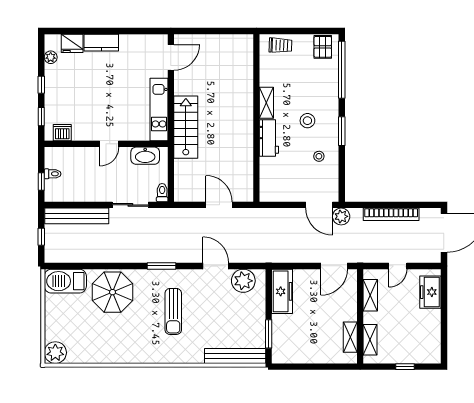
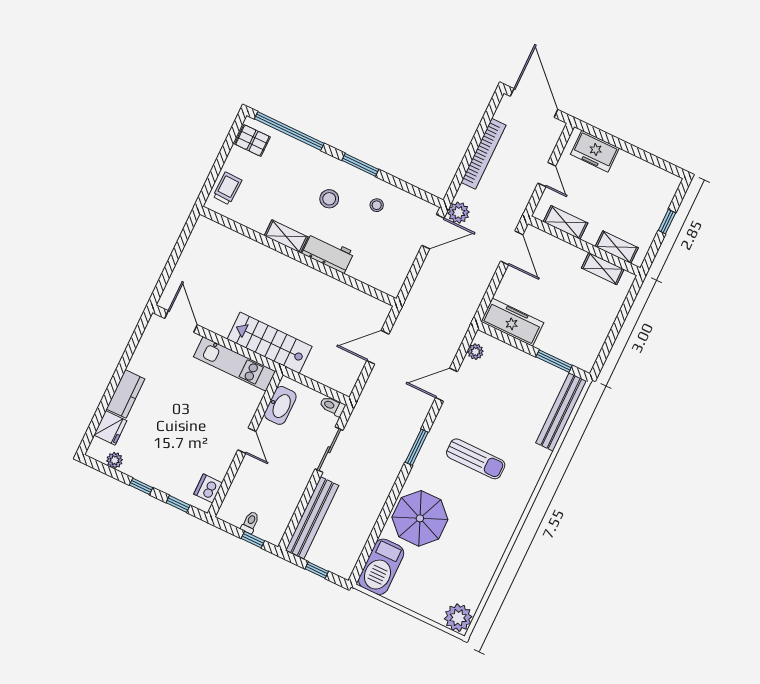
plant: (243, 281) -> (475, 352), width x0.53, depth x0.53

